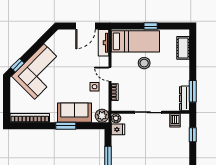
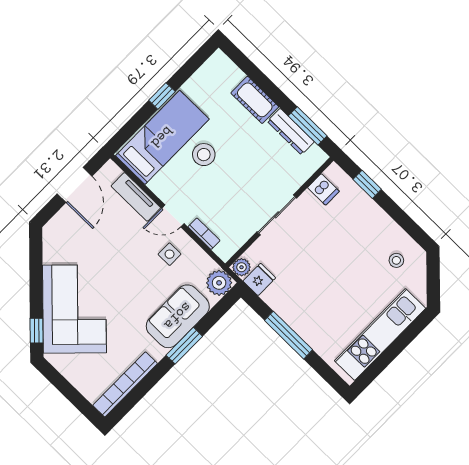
tv unit: (104, 43) -> (136, 197), moved
cot: (183, 48) -> (255, 100), moved
dresser: (185, 98) -> (291, 132), moved

